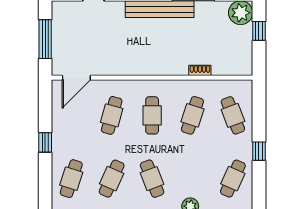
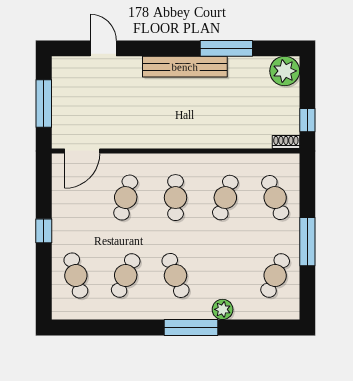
window: (259, 31) -> (307, 120), moved
shoe rack: (200, 70) -> (286, 142), moved
window: (259, 151) -> (307, 242), width x2.17
cafe table: (71, 179) -> (76, 275), turned -33

